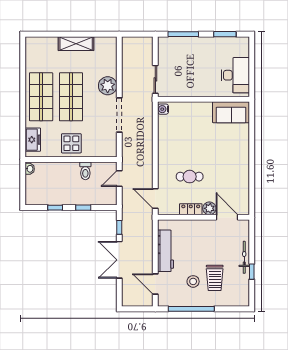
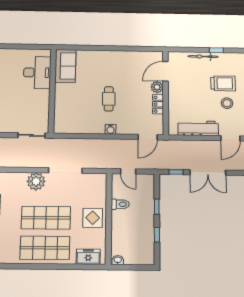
desk: (235, 75) -> (37, 73), moved, turned 90
water cooler: (163, 109) -> (111, 129), moved
cafe table: (190, 177) -> (109, 99), moved

